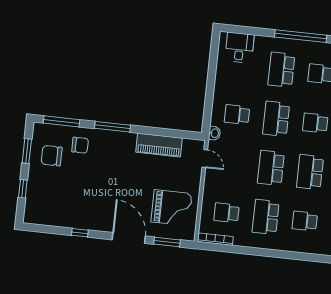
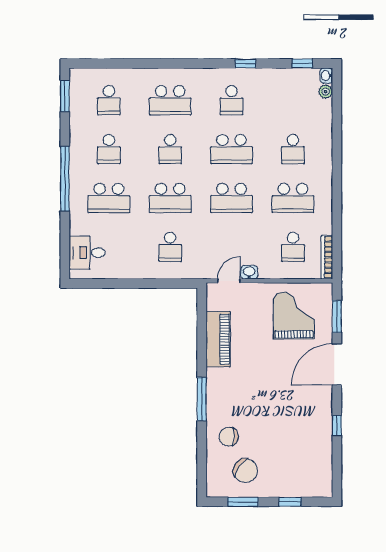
window: (62, 121) -> (202, 463), removed
washbasin: (214, 133) -> (249, 272), moved
chair: (80, 145) -> (229, 437), turned -90
chair: (52, 156) -> (245, 471), turned -54

